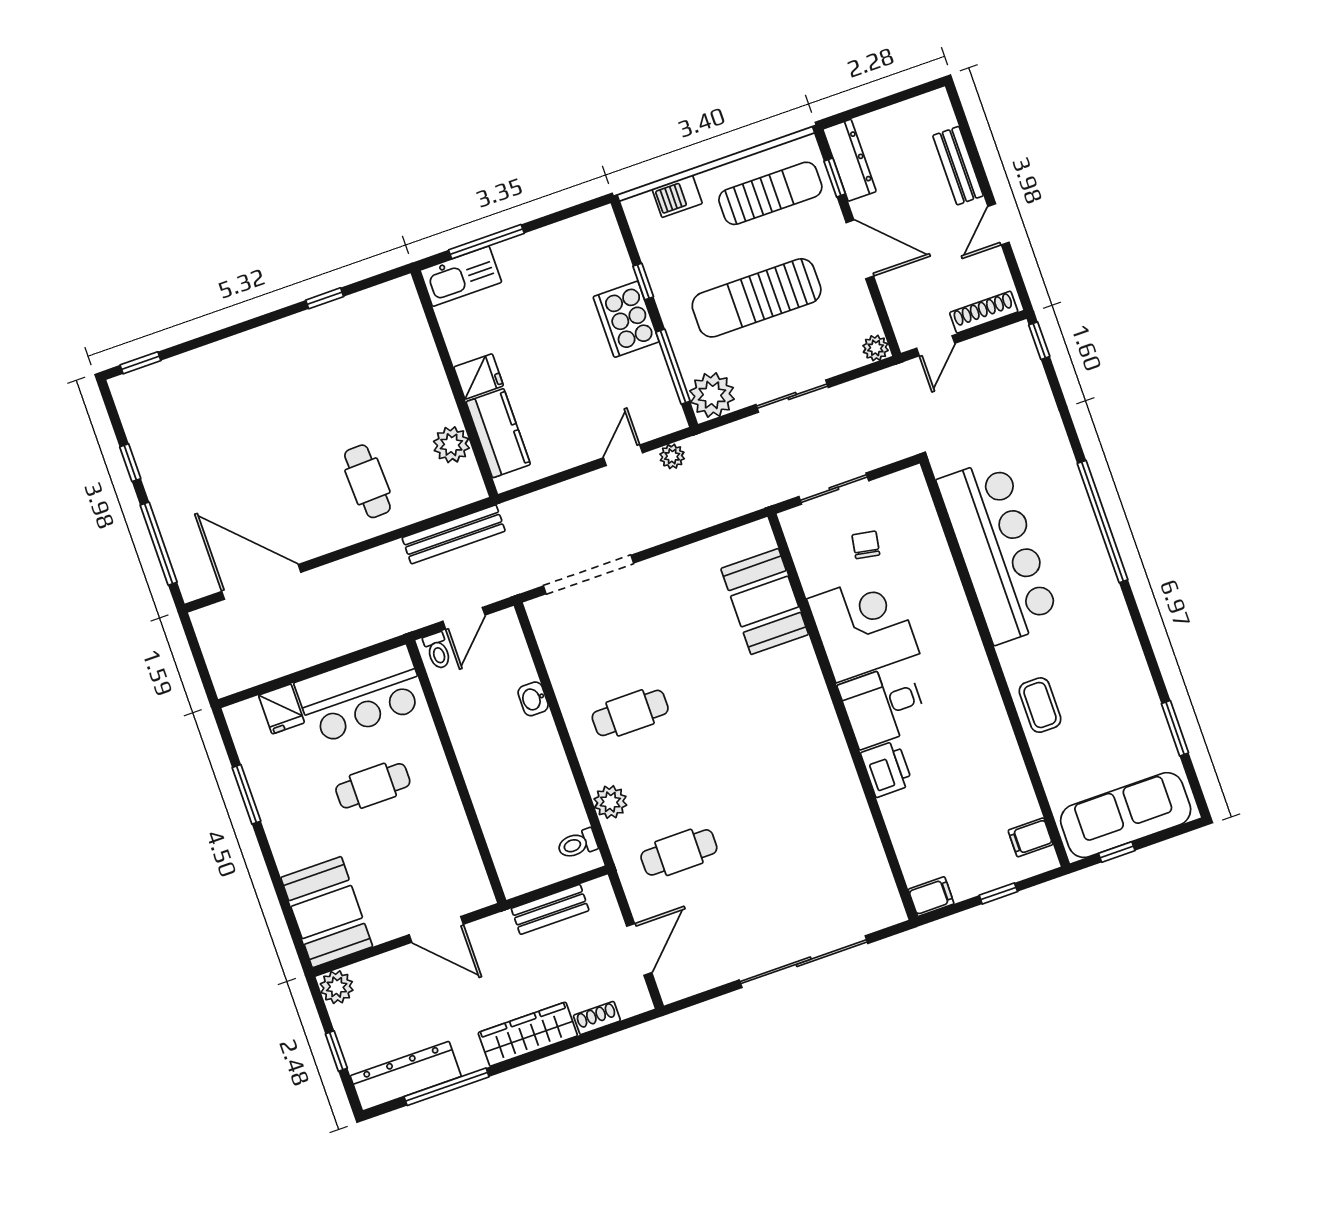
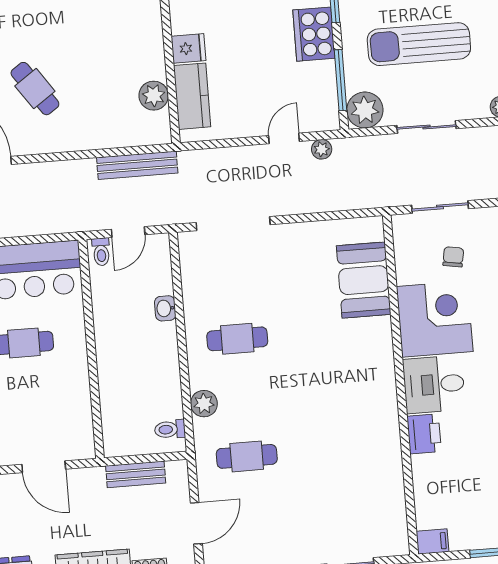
cafe table: (367, 481) -> (35, 89), moved, turned -33

